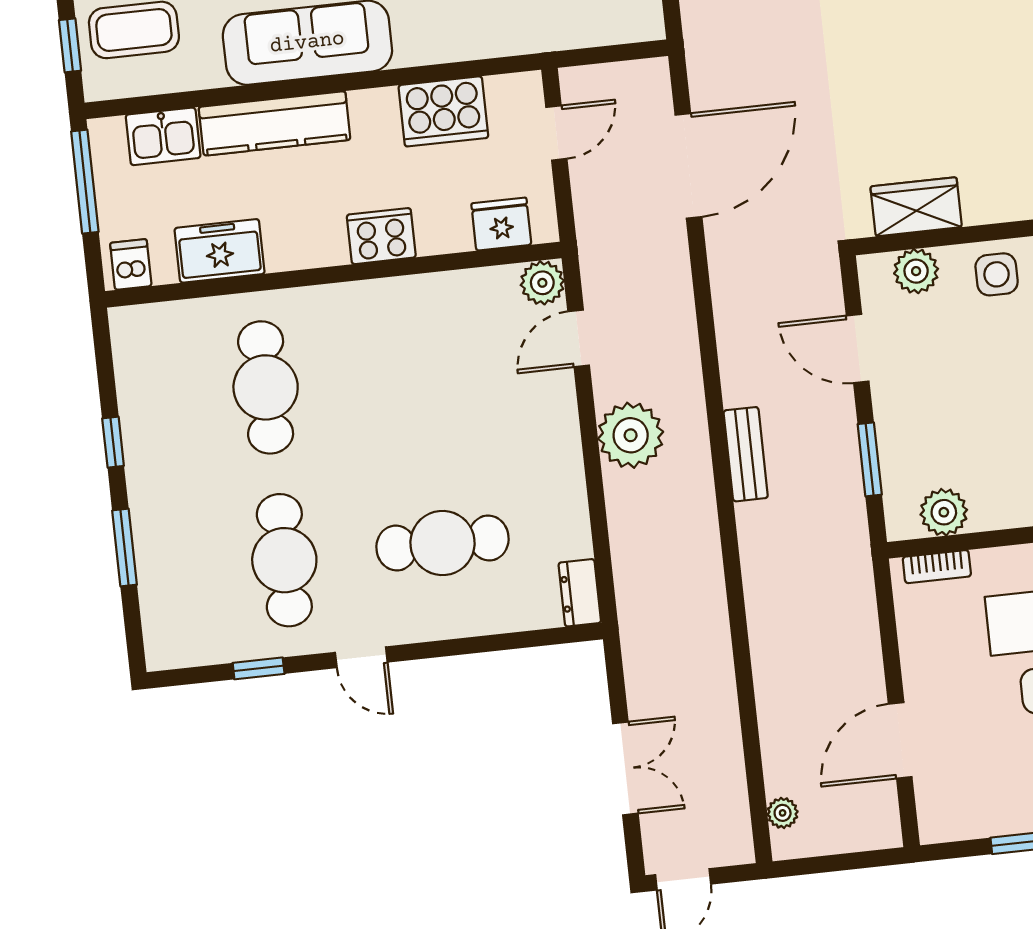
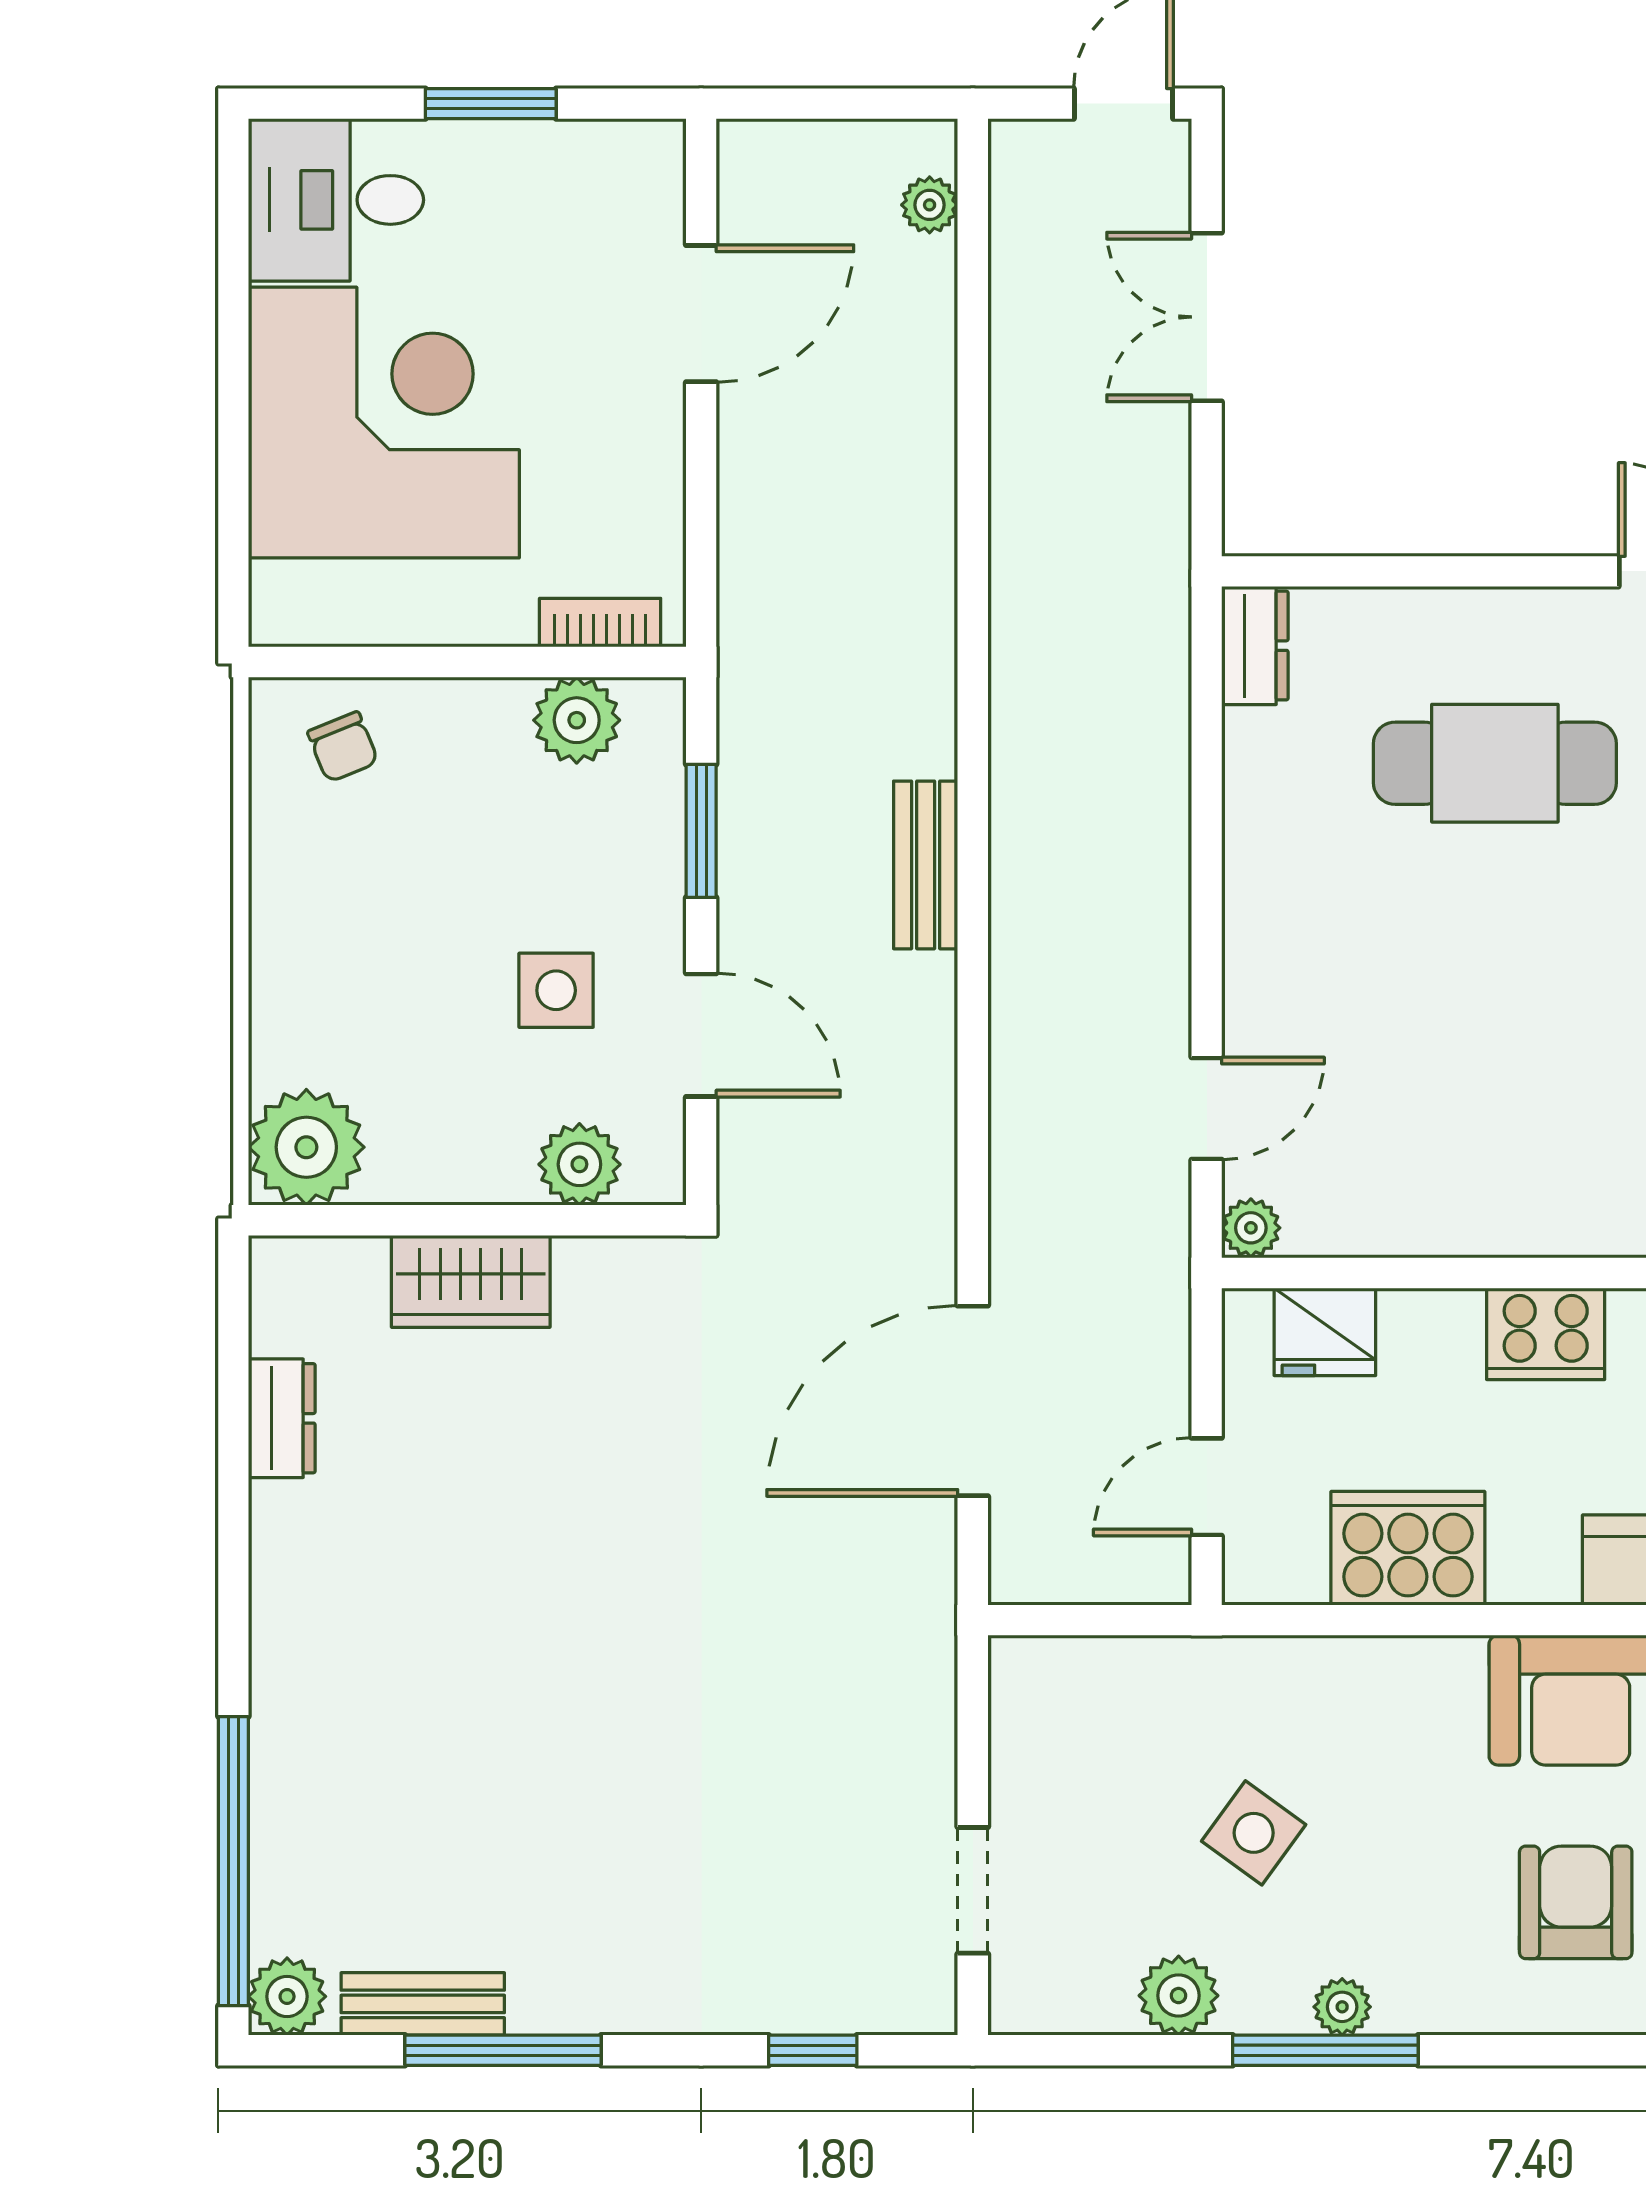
wardrobe: (916, 207) -> (471, 1281), moved
side table: (997, 274) -> (556, 990), moved
plant: (542, 283) -> (1251, 1228), width x0.73, depth x0.73
plant: (631, 435) -> (1131, 922), removed

